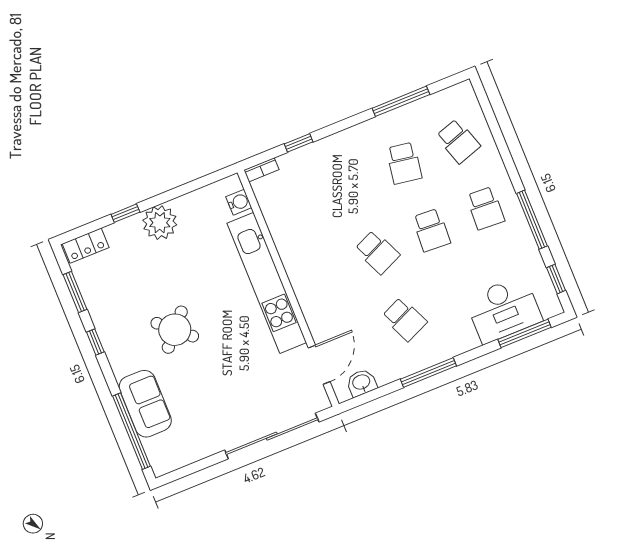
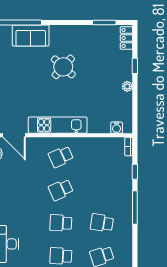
window: (401, 101) -> (135, 208), moved
plant: (160, 223) -> (127, 86), width x0.53, depth x0.53
kitchen unit: (267, 283) -> (58, 125), width x0.73
school desk: (404, 319) -> (61, 157), moved
window: (95, 342) -> (74, 23), removed

